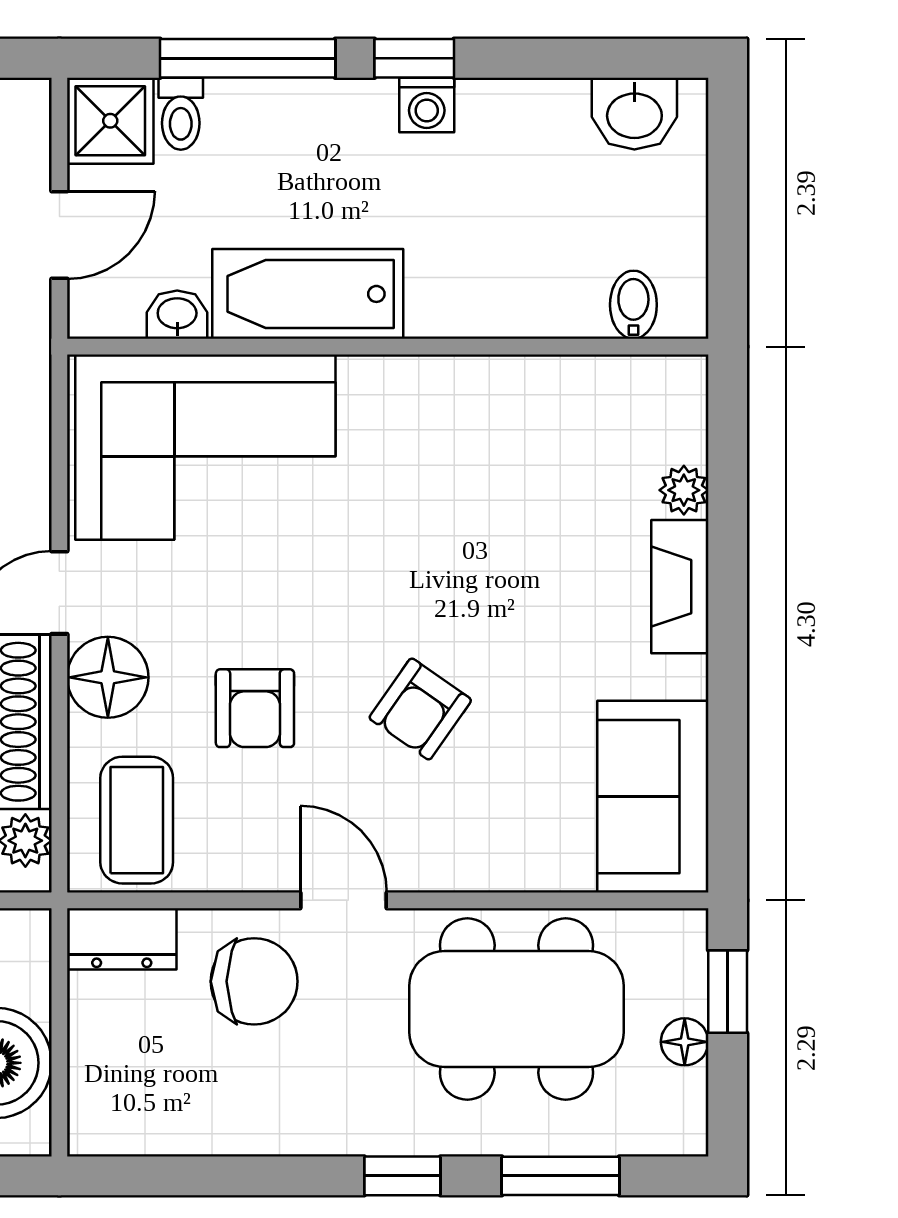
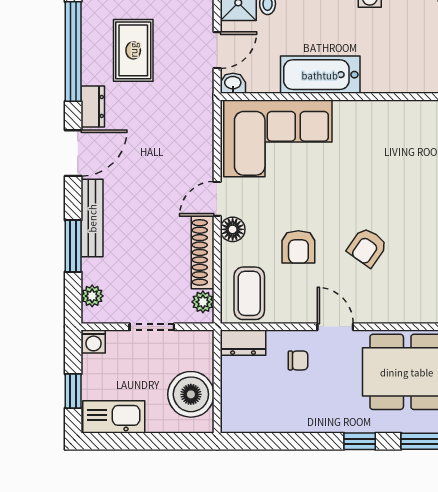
washbasin: (177, 315) -> (233, 83), moved
floor lamp: (108, 677) -> (233, 229), width x0.73, depth x0.73
chair: (254, 981) -> (298, 360), width x0.54, depth x0.54

